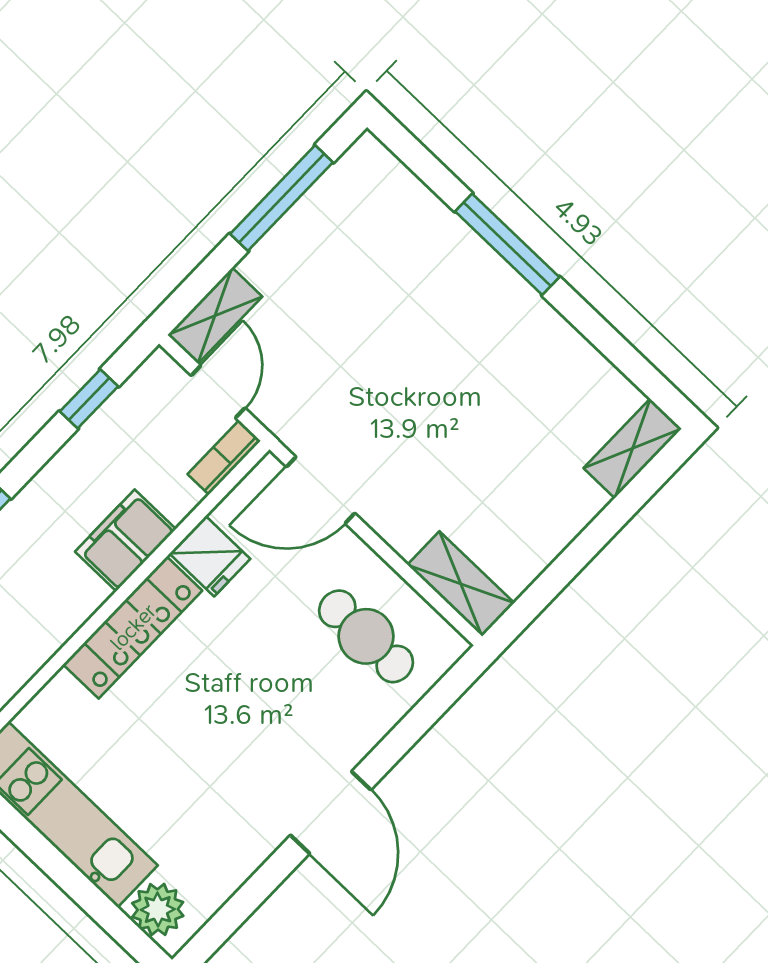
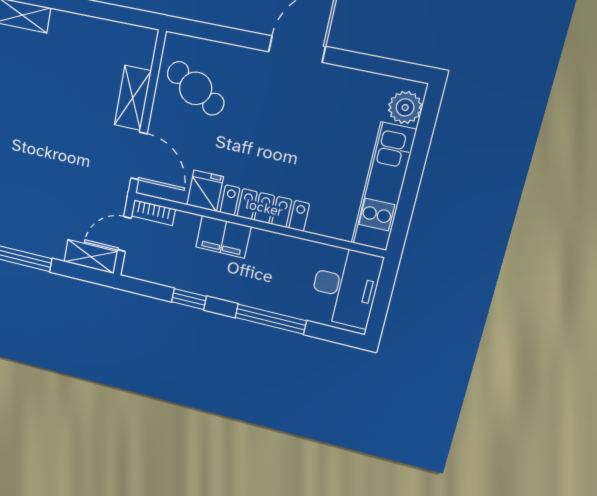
window: (89, 399) -> (189, 299), moved
shelving: (461, 584) -> (133, 98), moved
cafe table: (366, 636) -> (196, 88), turned -60

